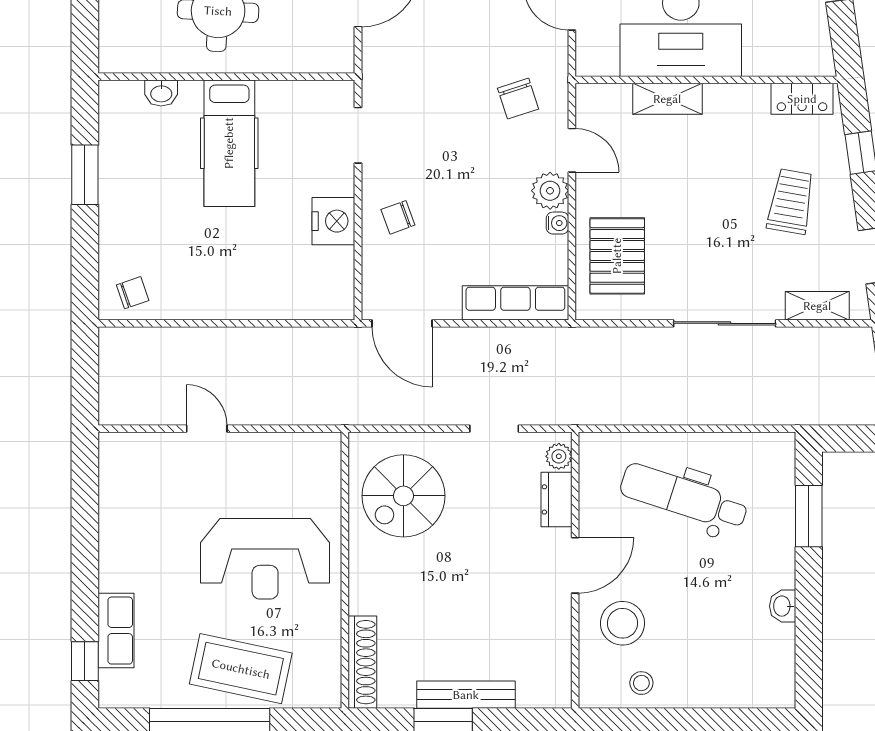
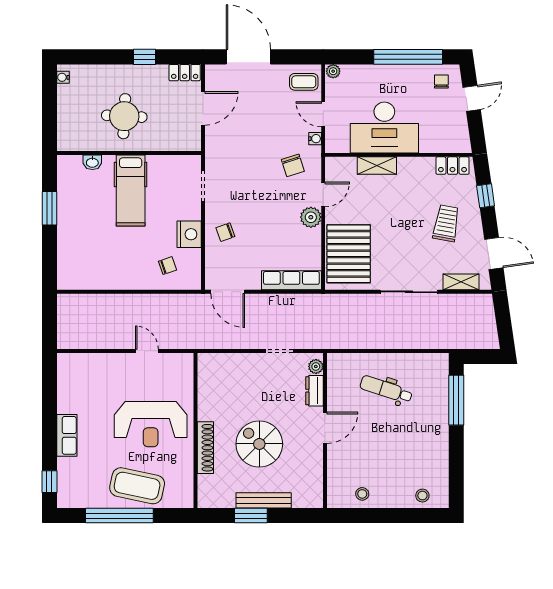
door: (572, 150) -> (323, 194), hinge flipped
water cooler: (557, 223) -> (315, 139), moved
pallet: (617, 256) -> (349, 254), width x1.37, depth x1.41
chair: (133, 293) -> (167, 266), moved
door: (207, 429) -> (147, 351), moved
spiral stairs: (403, 496) -> (259, 444), moved, turned 90
dental chair: (684, 497) -> (386, 389), width x0.73, depth x0.72
window: (809, 516) -> (456, 400), width x1.44
washbasin: (783, 606) -> (442, 451), removed
stool: (622, 623) -> (422, 496), moved, width x0.53, depth x0.53
row of seats: (116, 631) -> (67, 435), moved
shoe rack: (362, 662) -> (205, 448), moved

